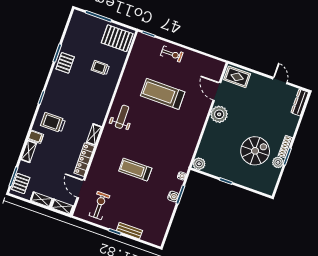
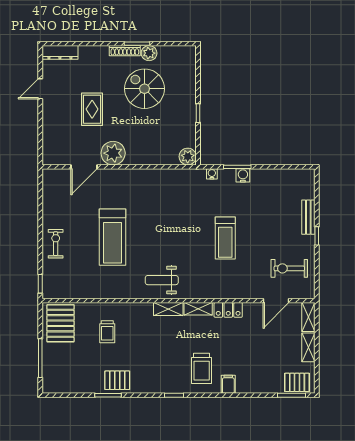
rug: (237, 77) -> (92, 109), moved
shelving: (29, 151) -> (168, 309), moved
locker: (84, 160) -> (228, 310), width x0.66

